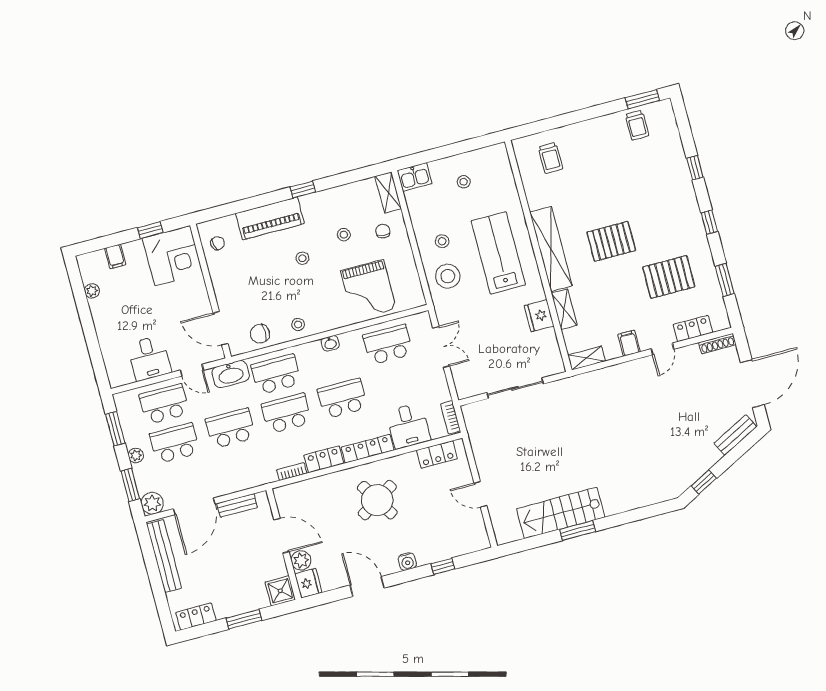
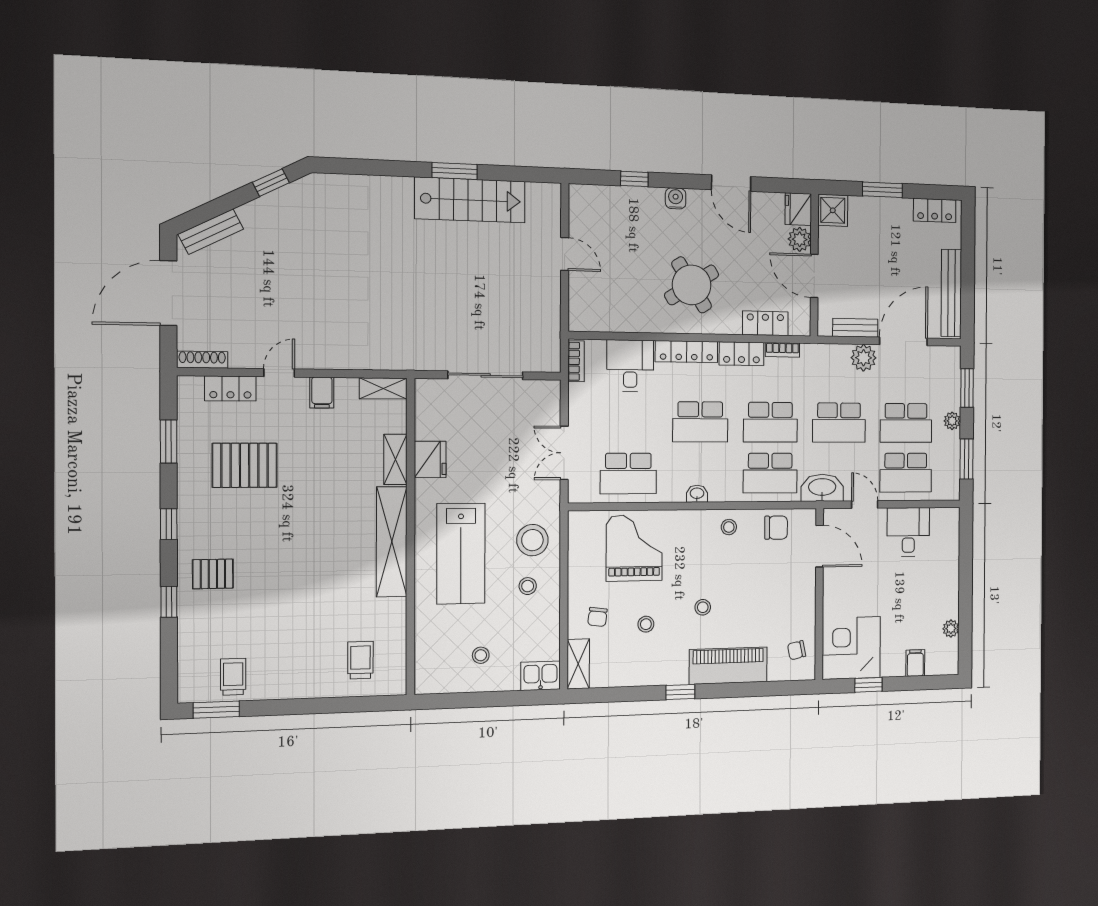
pallet: (611, 241) -> (213, 574), moved, width x0.67, depth x0.71
locker: (437, 454) -> (765, 323), moved
plant: (152, 503) -> (864, 358), moved

